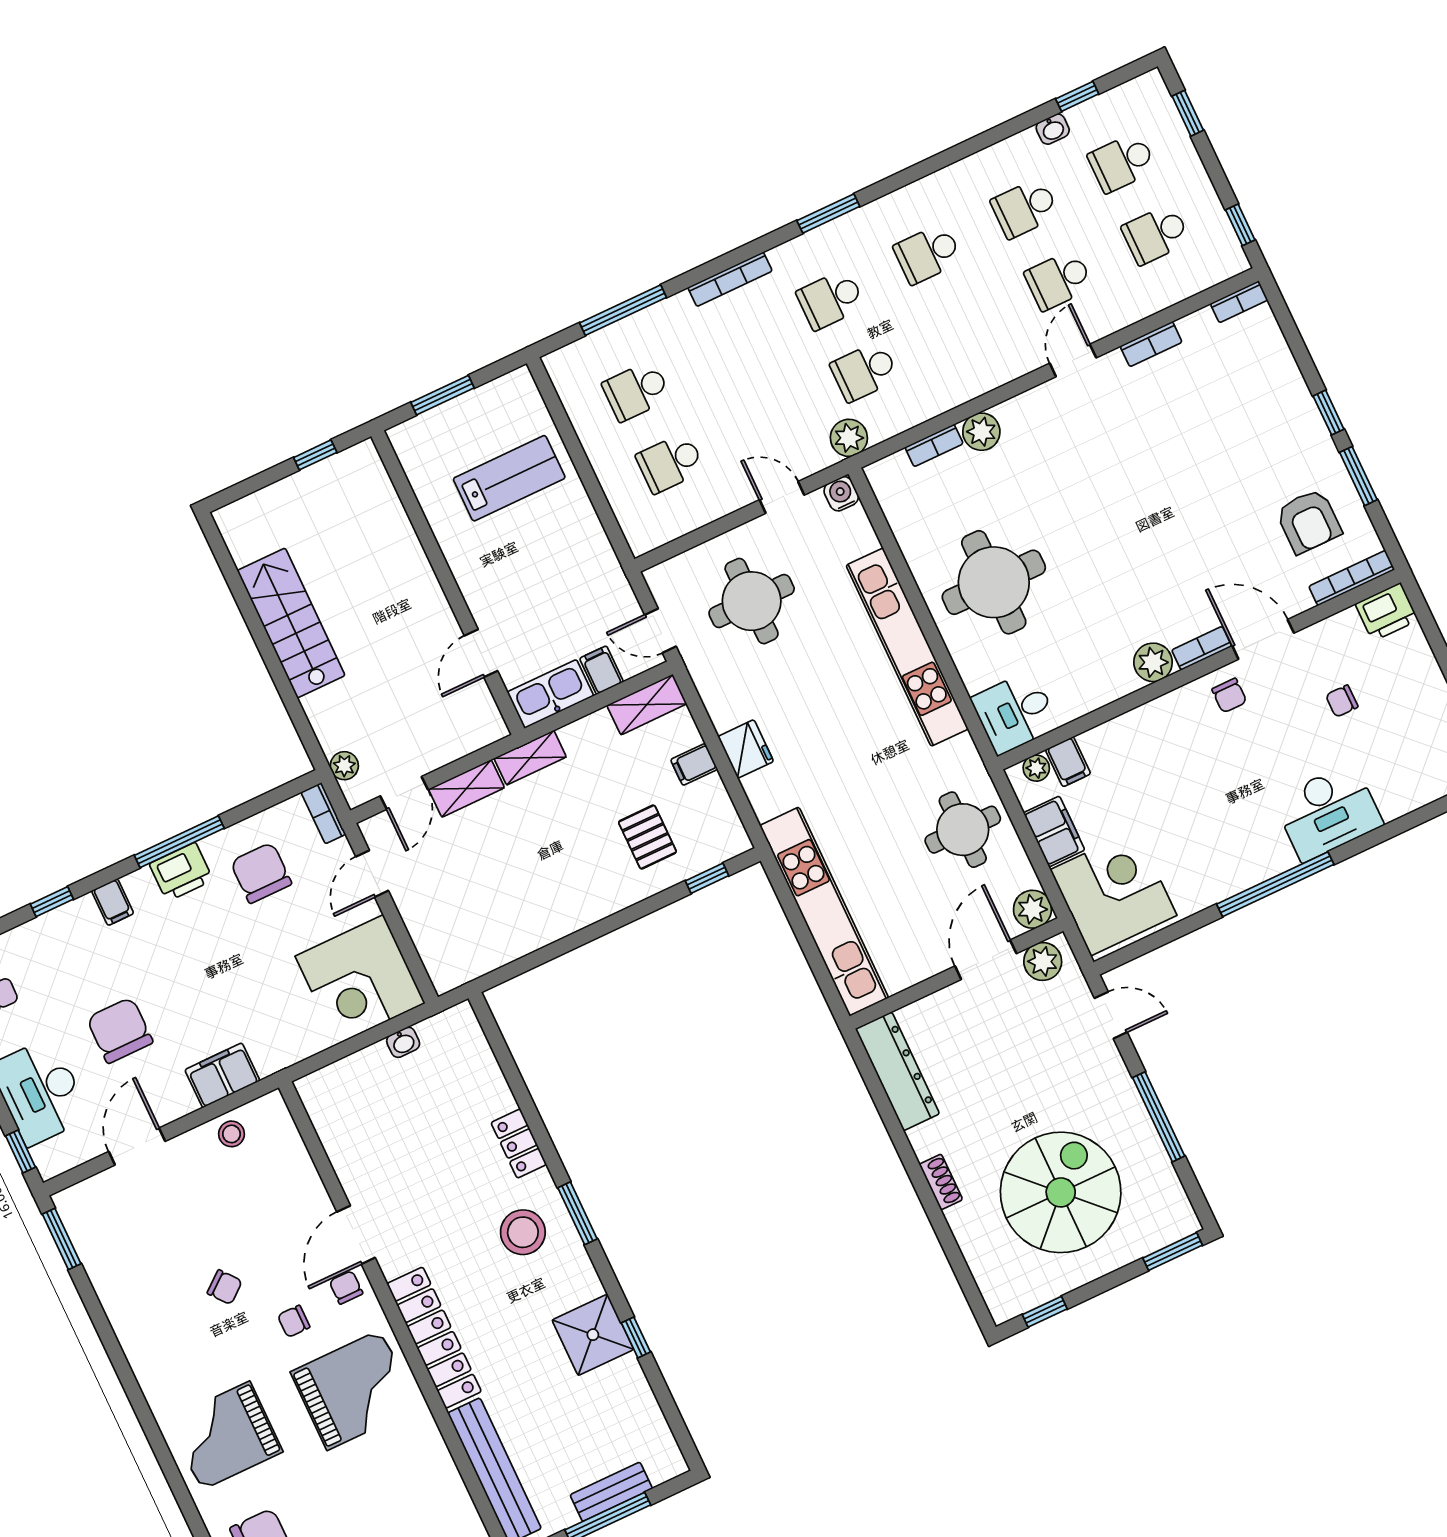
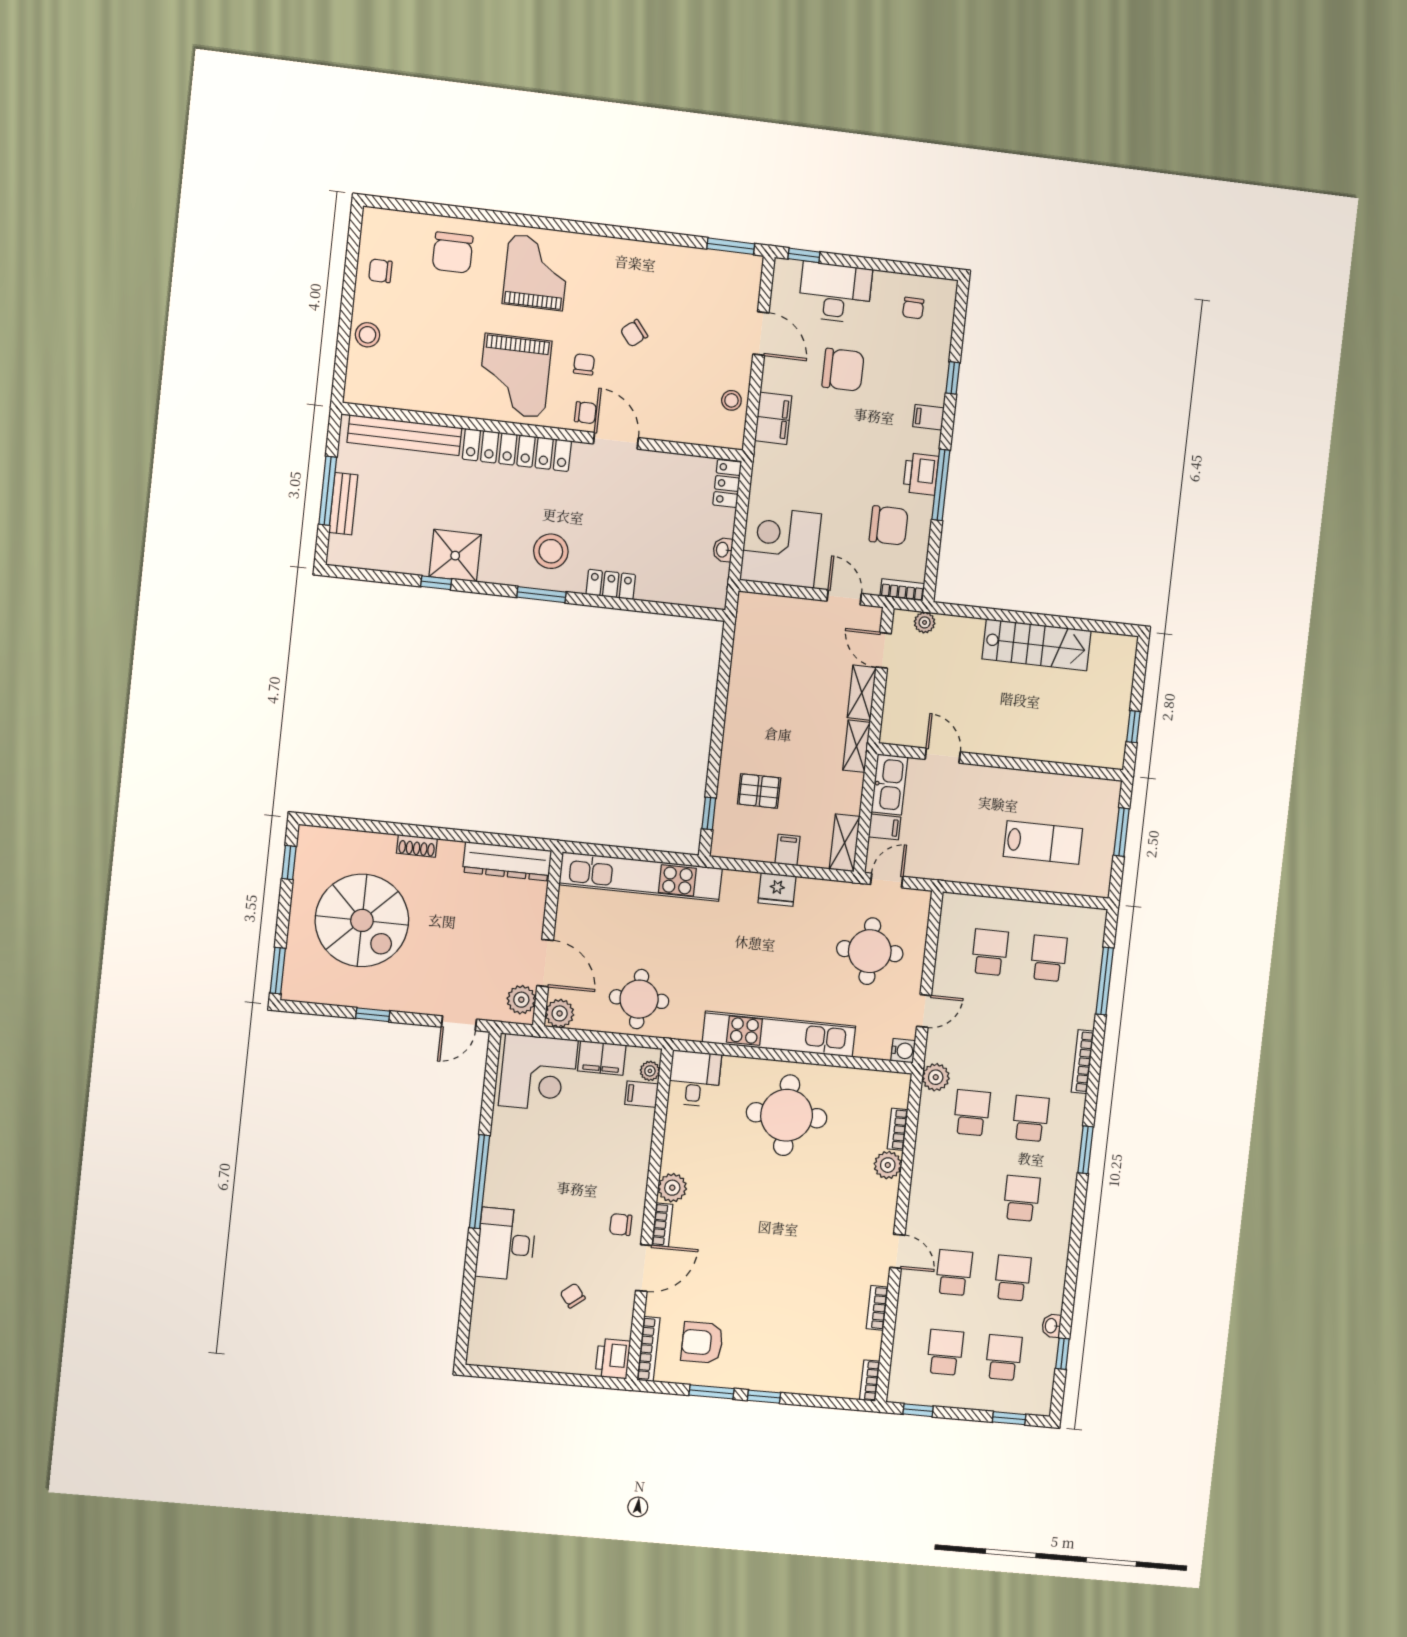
lab bench: (509, 478) -> (1043, 842), turned -90
chair: (1342, 701) -> (573, 1296), turned -38
locker: (327, 1082) -> (727, 484), added
window: (1159, 1117) -> (373, 1015), width x0.46

